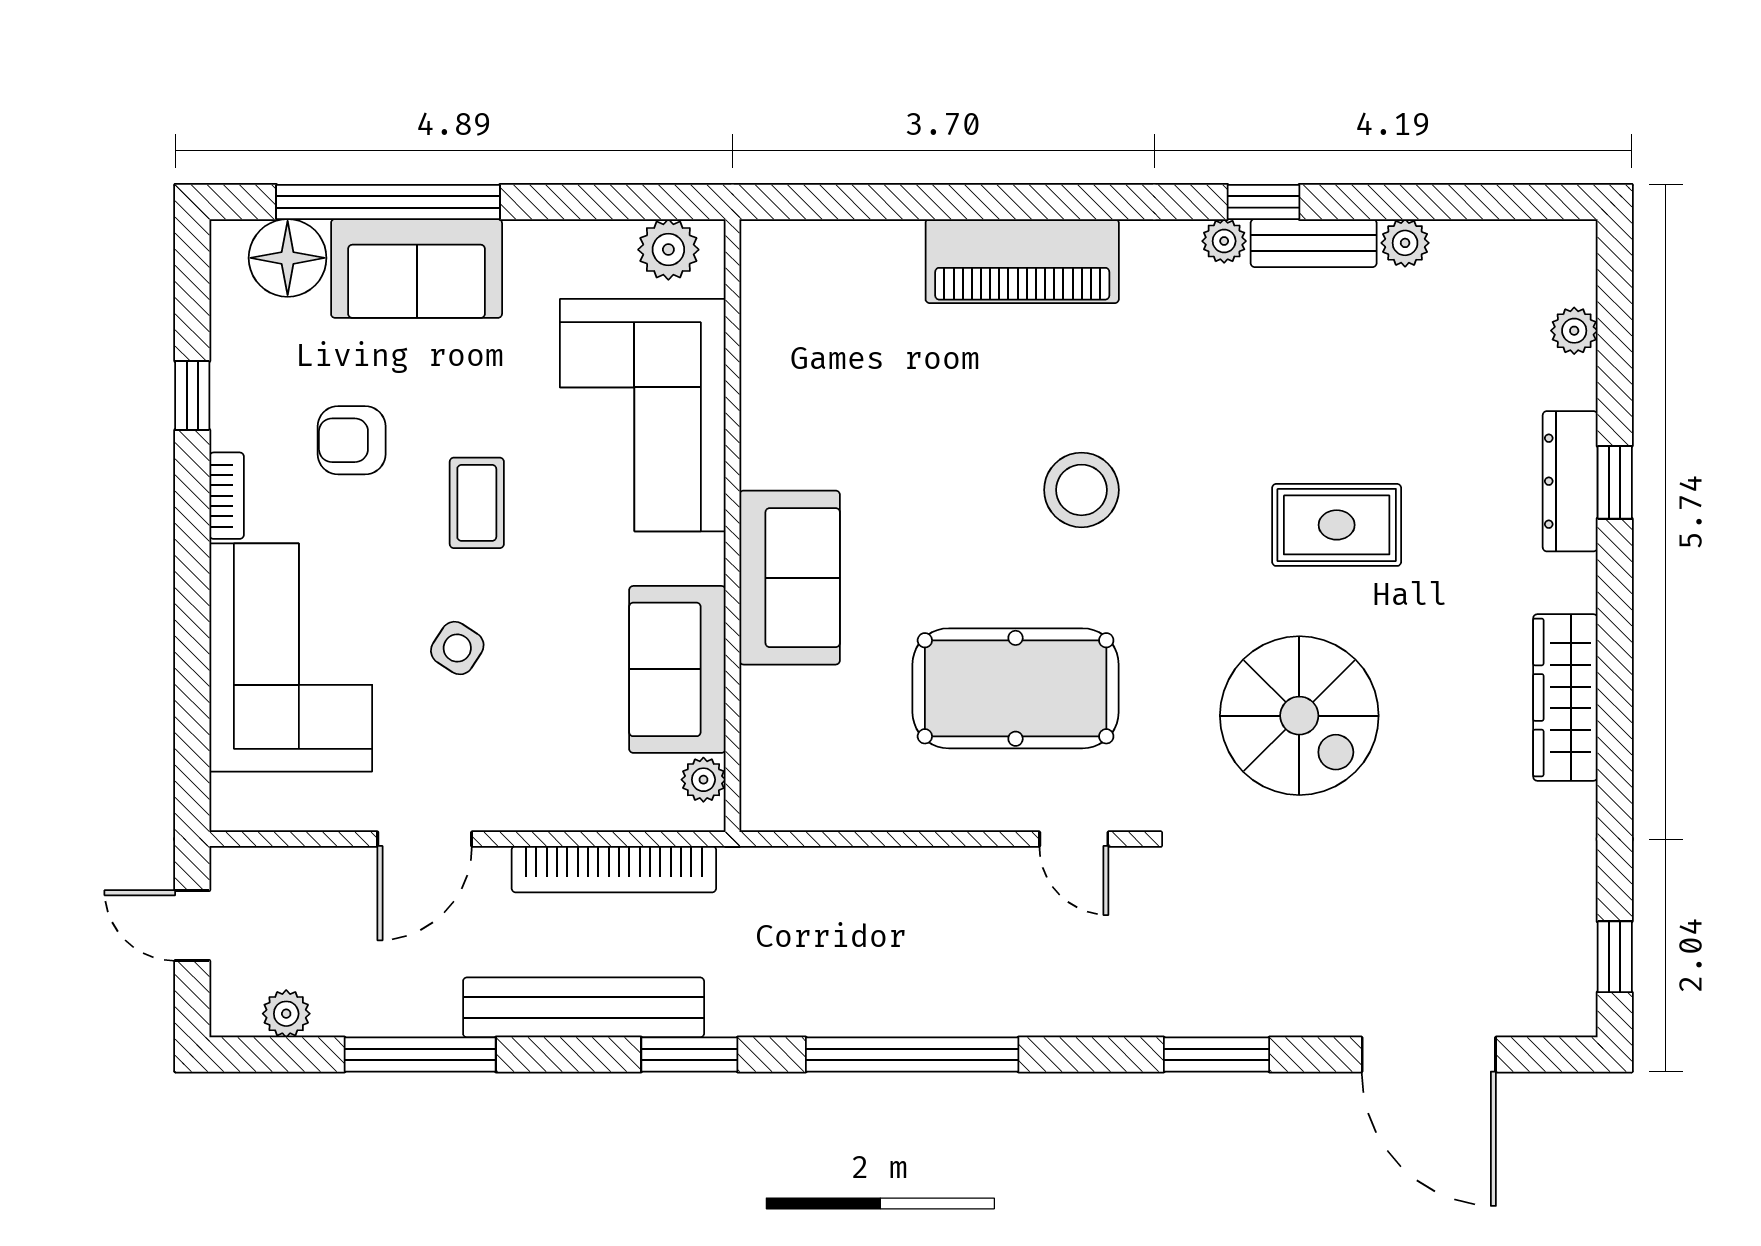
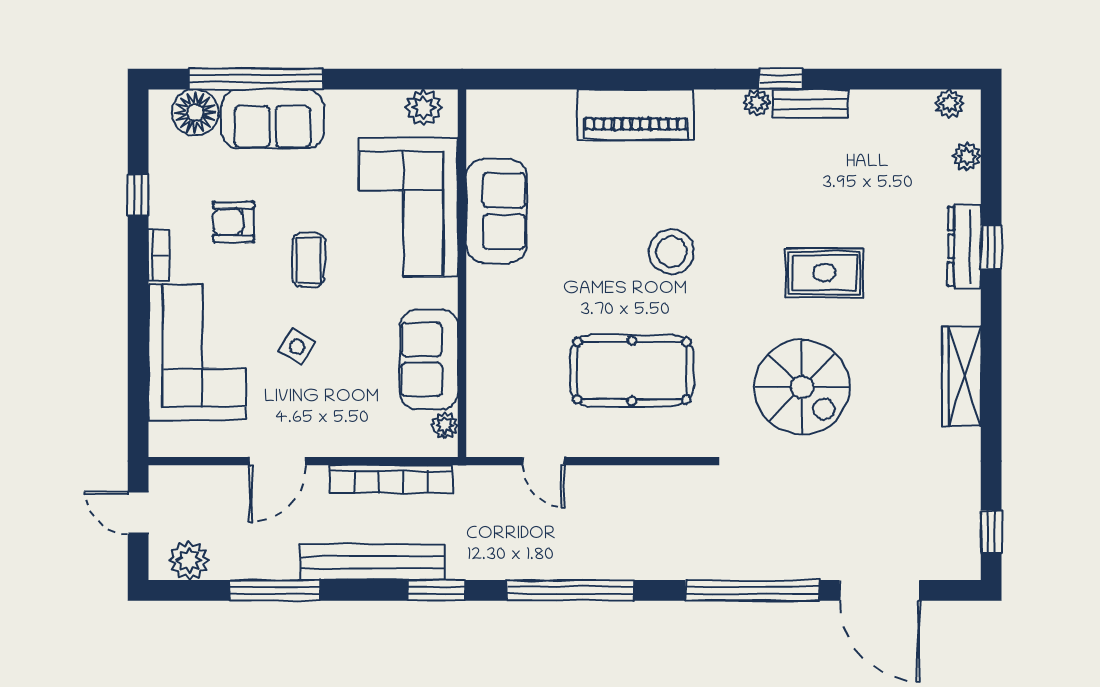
plant: (1405, 243) -> (949, 104), moved
sofa: (790, 578) -> (496, 211), moved
door: (1074, 839) -> (543, 461), moved
plant: (286, 1014) -> (189, 561), width x1.38, depth x1.38
window: (1217, 1054) -> (752, 590), width x2.11

